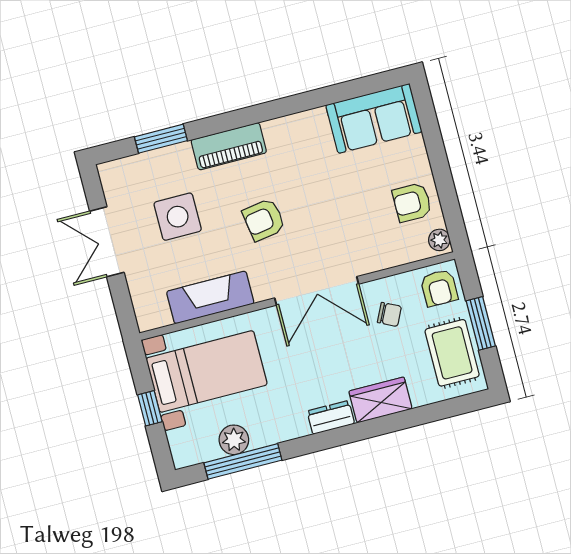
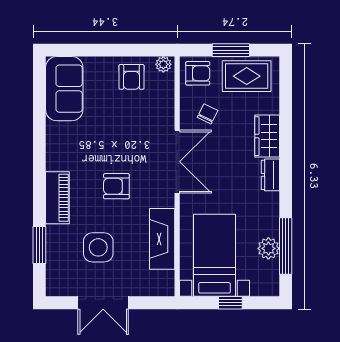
armchair: (264, 220) -> (116, 186), turned 99

